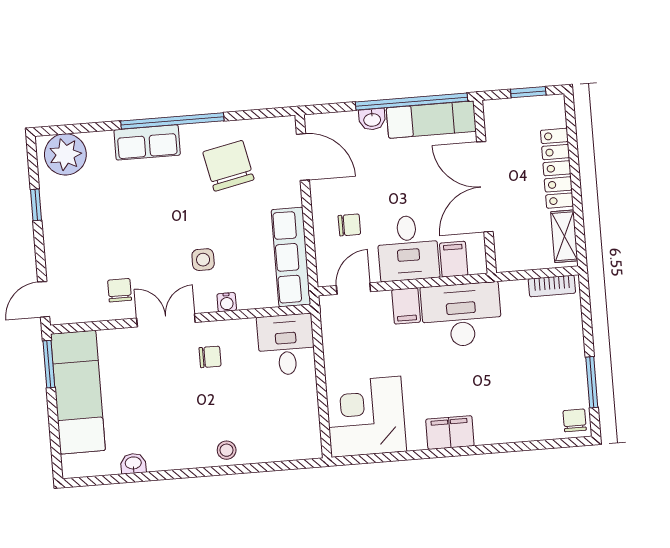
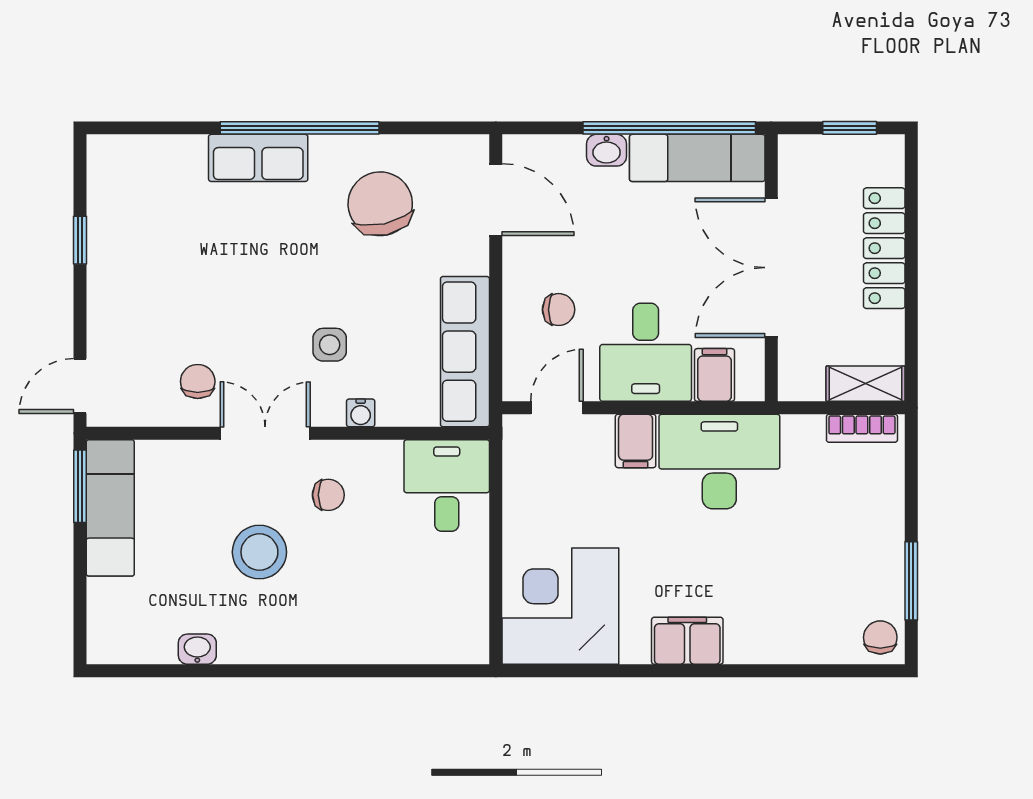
plant: (65, 154) -> (131, 166), removed
shelving: (564, 236) -> (865, 384), moved, turned 90
exam couch: (78, 392) -> (110, 508), width x0.73, depth x0.69
stool: (227, 450) -> (259, 552), moved, width x1.89, depth x1.89

